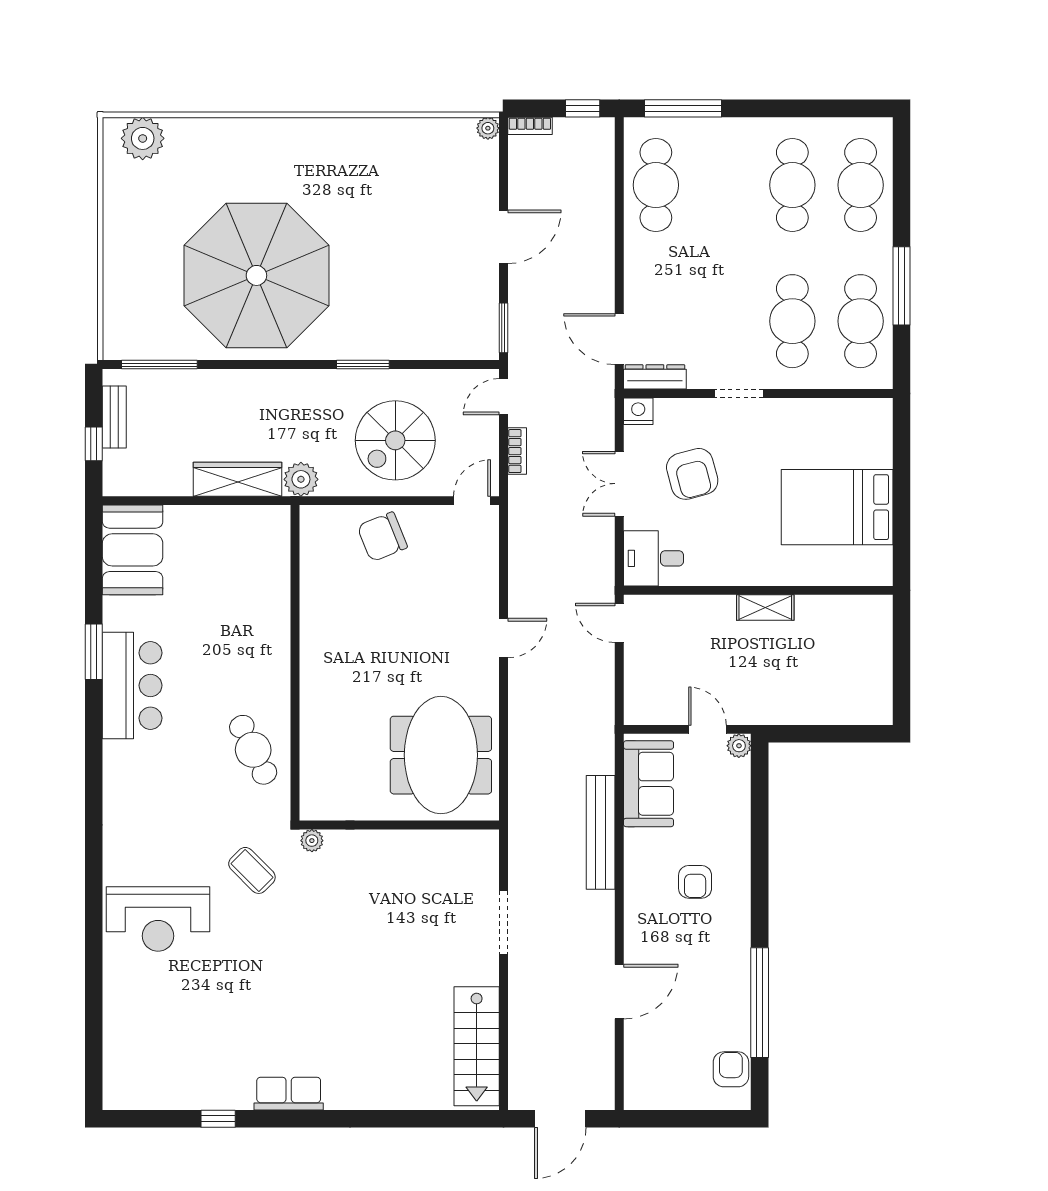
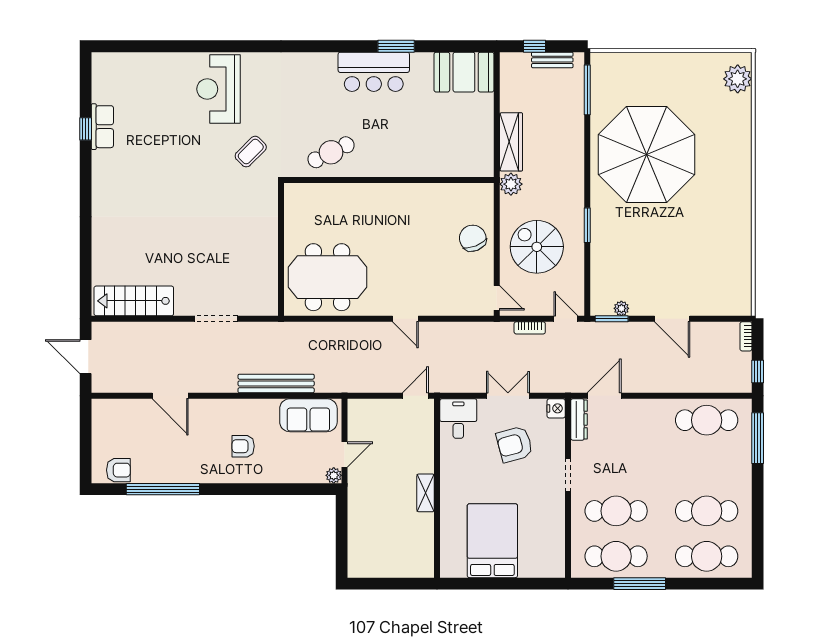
plant: (488, 128) -> (621, 308), moved
plant: (312, 841) -> (271, 191), removed
row of seats: (289, 1094) -> (102, 127), moved

